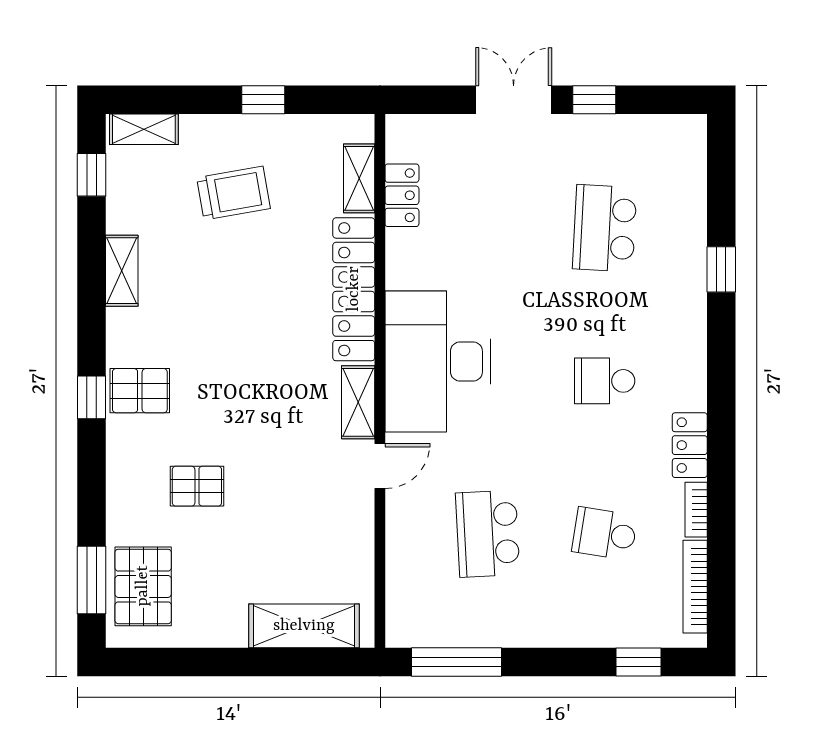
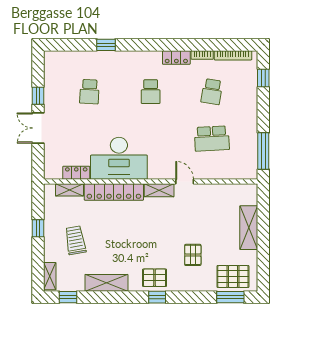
school desk: (605, 228) -> (89, 92), width x0.54
shelving: (122, 271) -> (106, 283), width x1.50, depth x1.33
desk: (438, 361) -> (119, 158), moved
pallet: (140, 391) -> (155, 278), turned 90
shelving: (304, 626) -> (249, 228), moved

